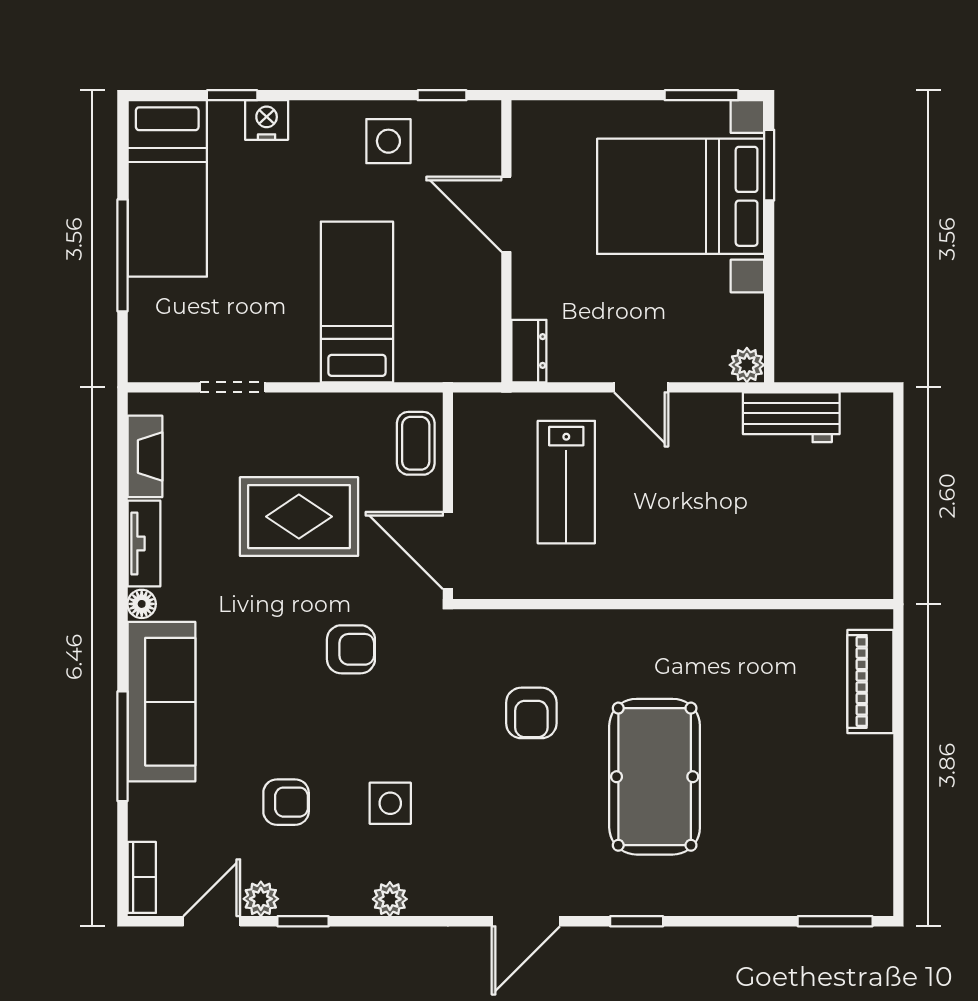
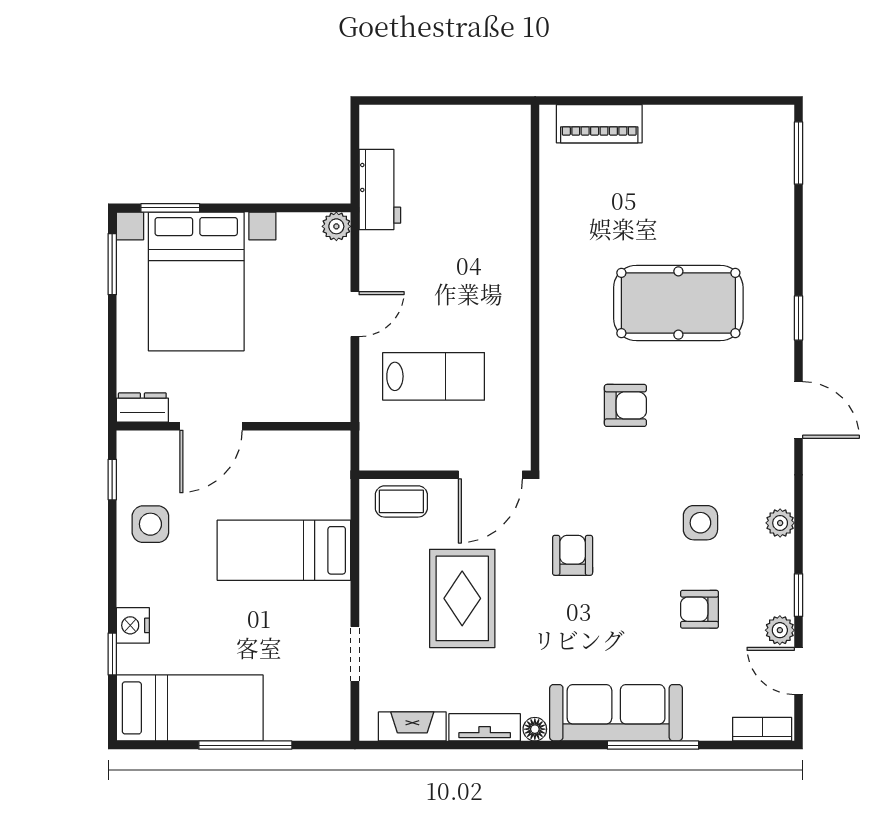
dresser: (529, 351) -> (142, 407), moved
armchair: (286, 802) -> (699, 609), turned -90

